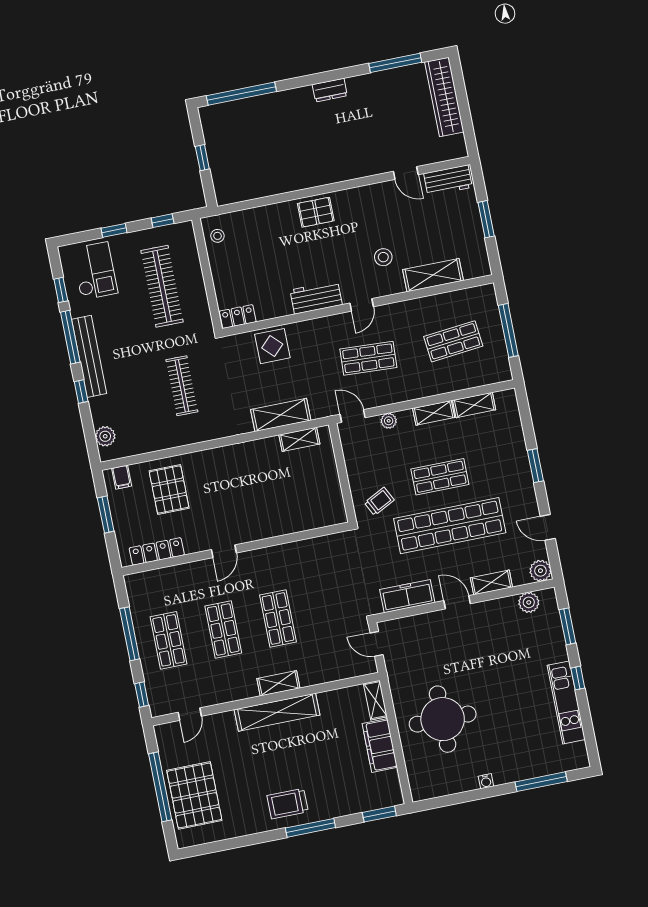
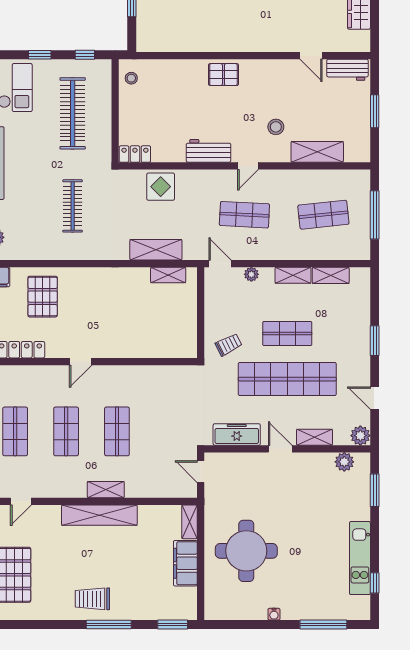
window: (578, 678) -> (375, 583), moved

